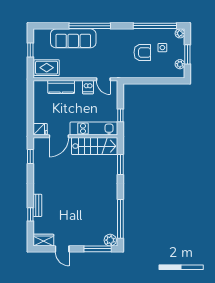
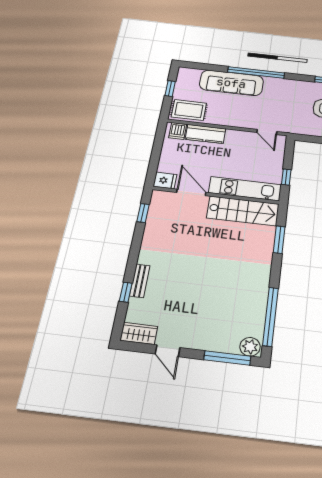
dishwasher: (88, 87) -> (178, 131), moved
door: (59, 136) -> (191, 192), swing flipped

